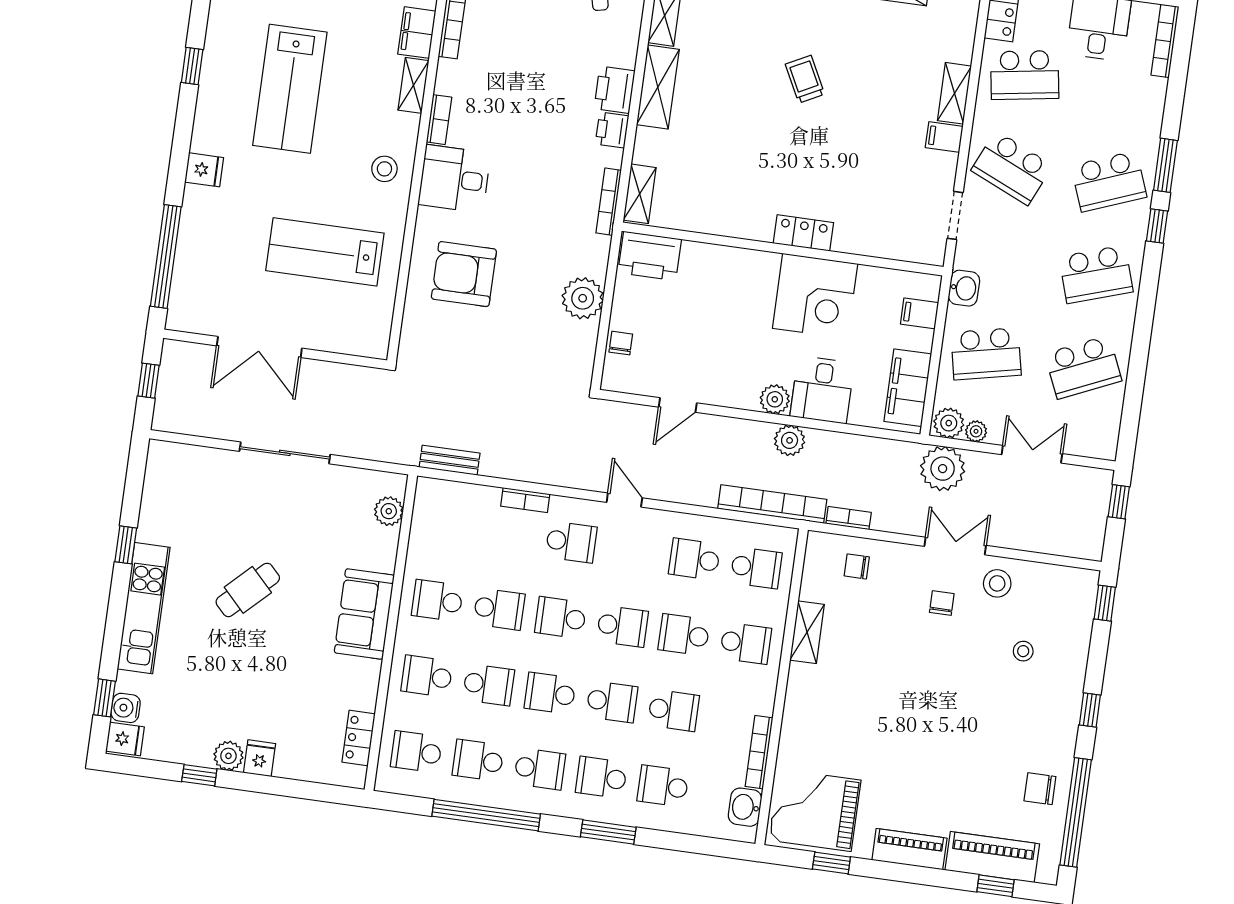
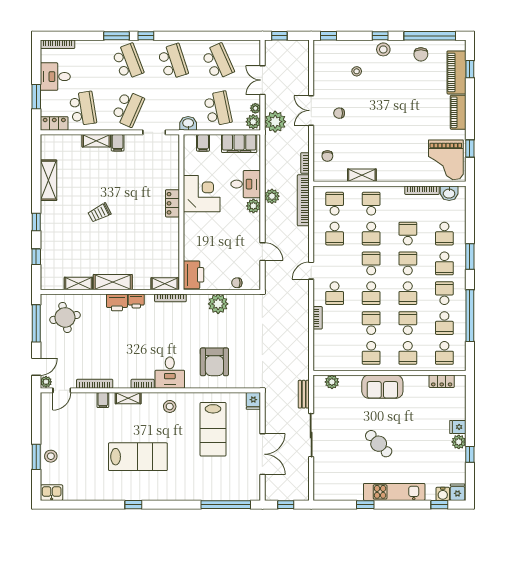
filing cabinet: (417, 33) -> (103, 400), width x0.50
fridge: (204, 170) -> (253, 401), moved, turned 180
bench: (450, 460) -> (304, 394), moved
school desk: (571, 542) -> (335, 293), turned 180
stool: (997, 583) -> (383, 49), moved

